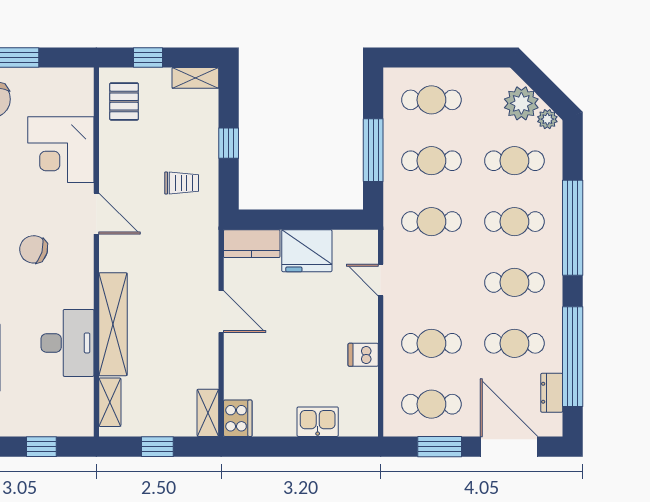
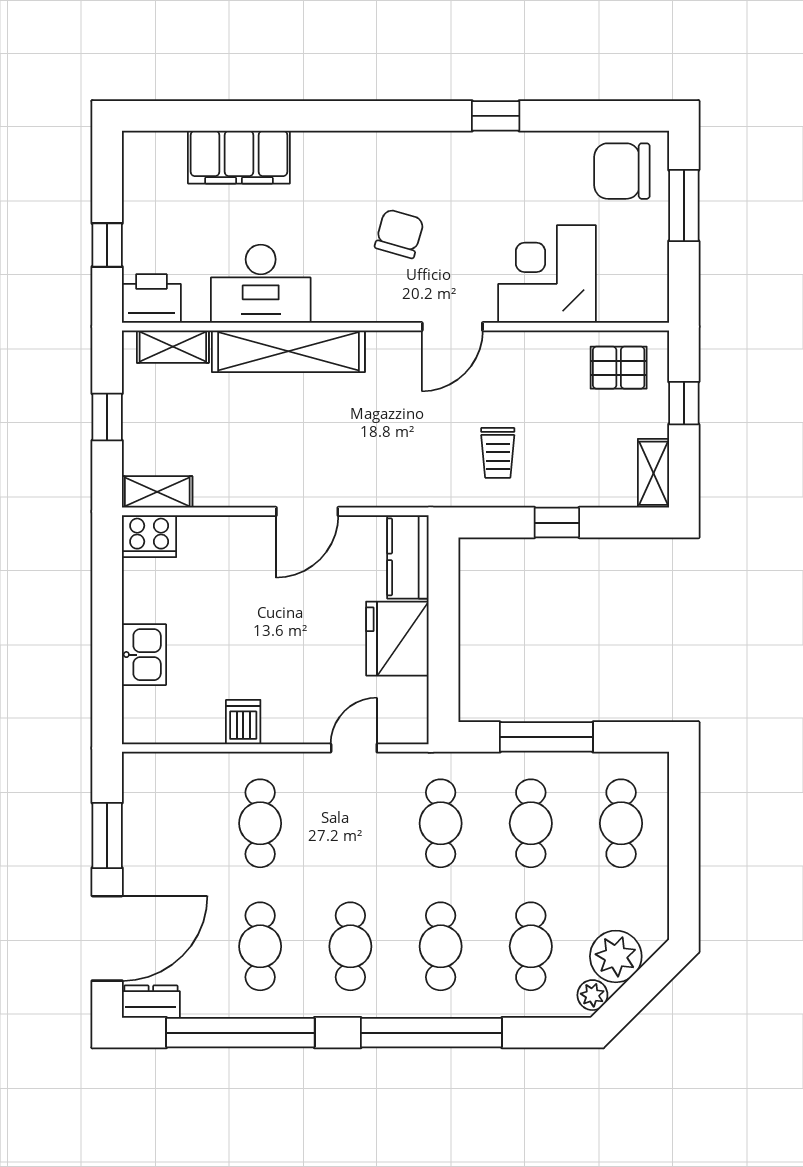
dresser: (552, 393) -> (151, 1002), moved
cafe table: (431, 404) -> (170, 823), removed
printer: (77, 417) -> (151, 299), added

